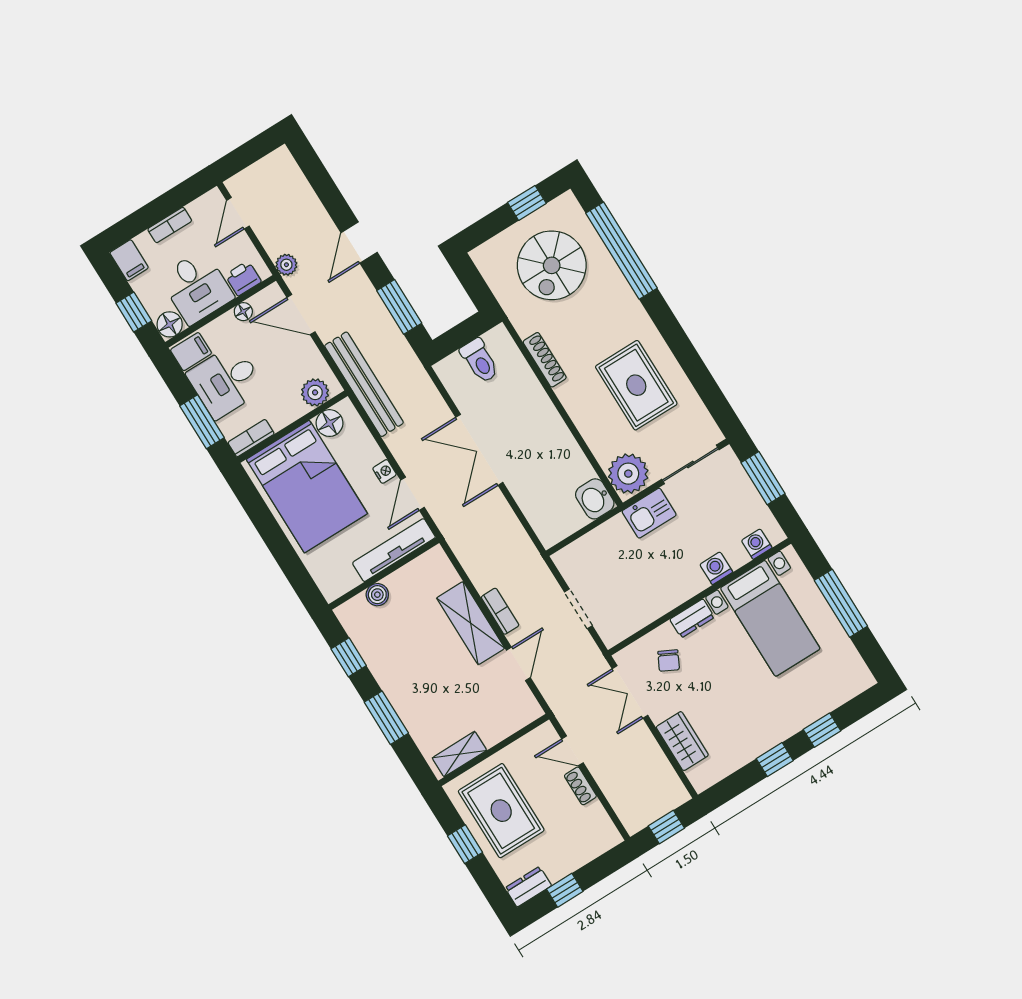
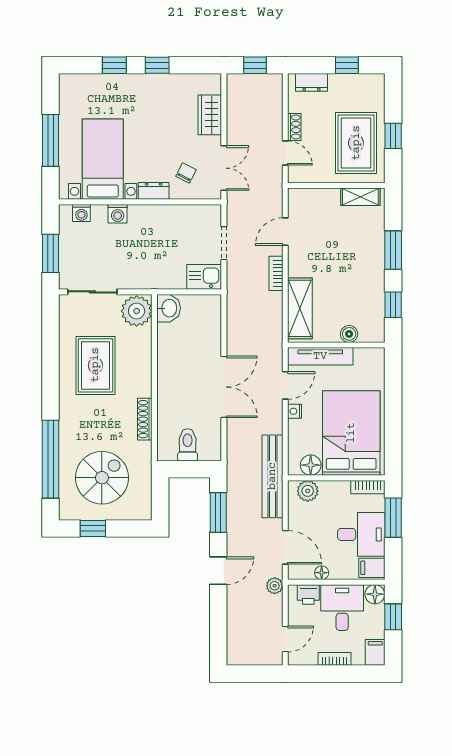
kitchen sink: (649, 513) -> (204, 277), moved
shelving: (471, 623) -> (300, 308), moved
dresser: (528, 887) -> (312, 82), moved

